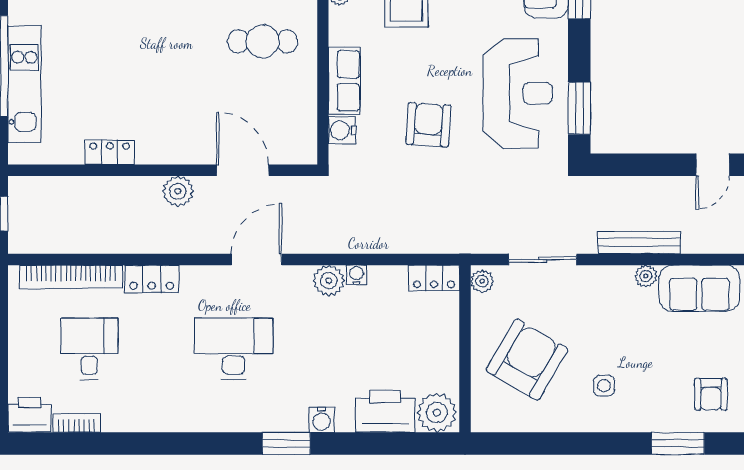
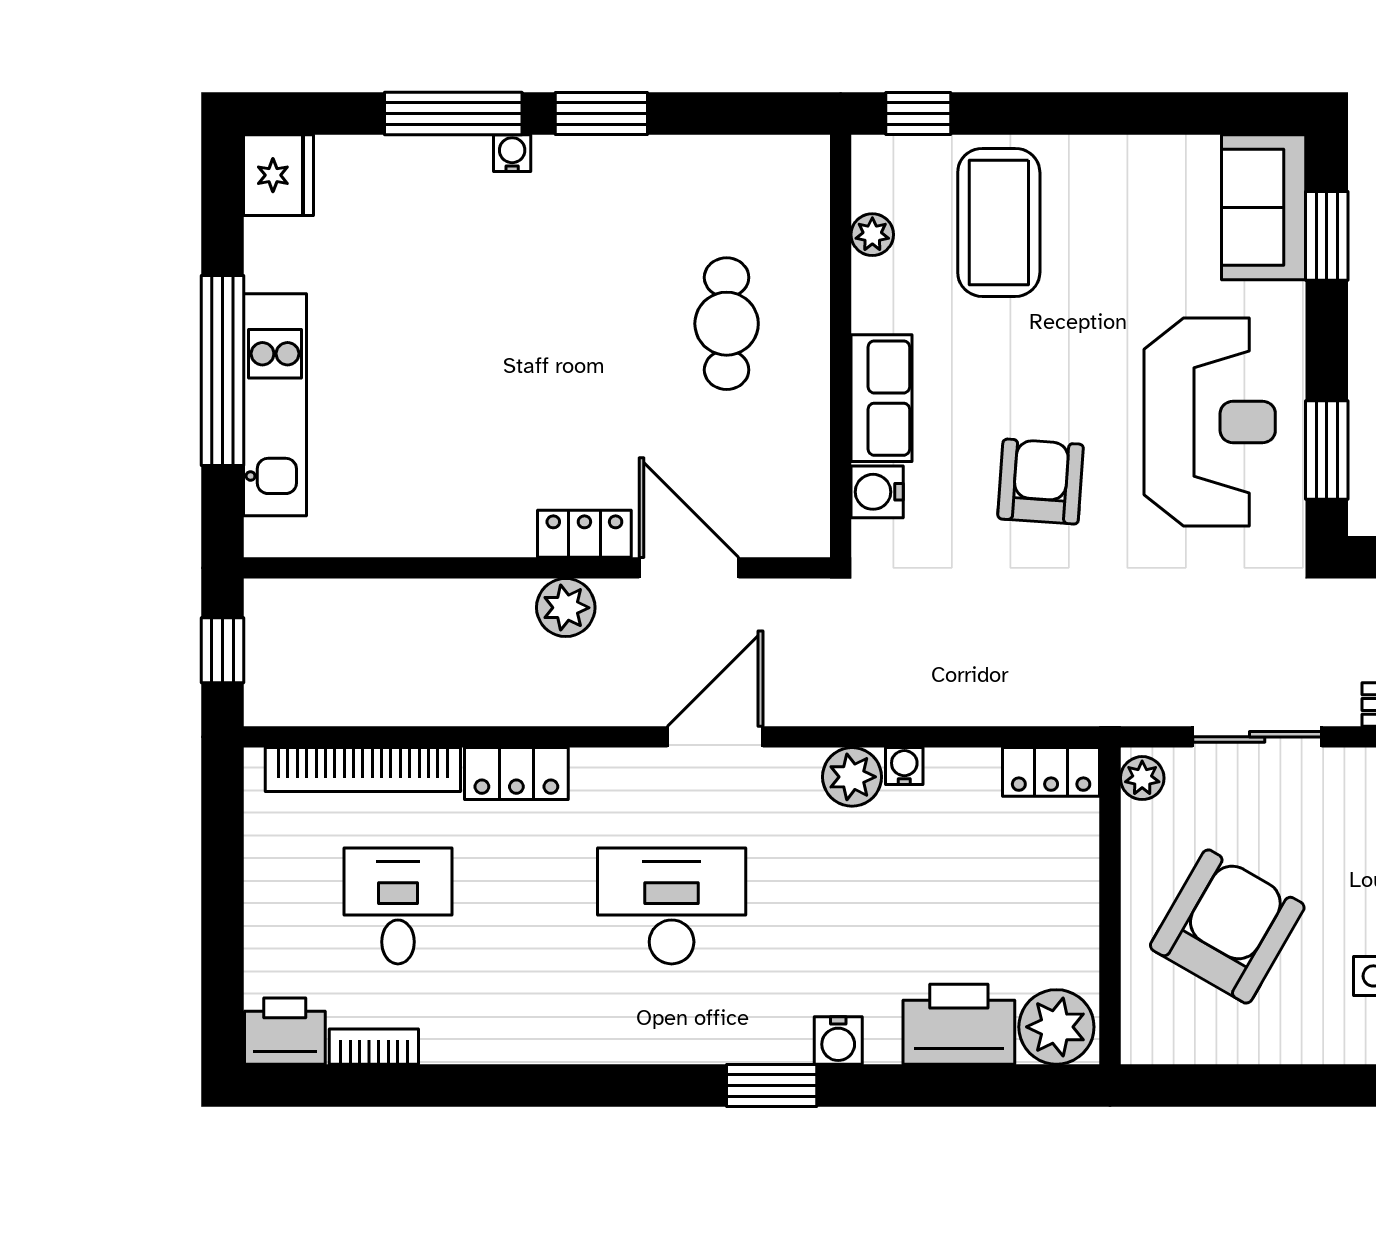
cafe table: (263, 41) -> (727, 324), turned 90
locker: (110, 152) -> (584, 534), moved

